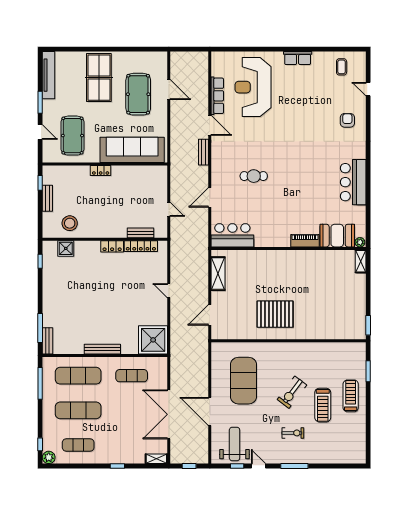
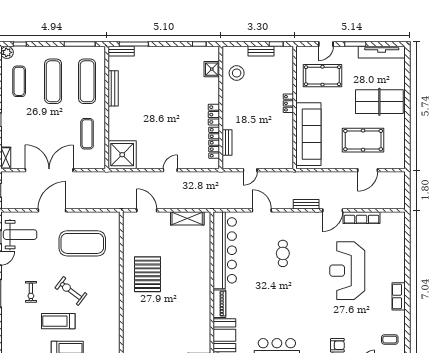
reception desk: (253, 87) -> (347, 271), moved, turned -90
bar counter: (232, 235) -> (225, 250), width x1.86
bench: (102, 349) -> (113, 88), moved

